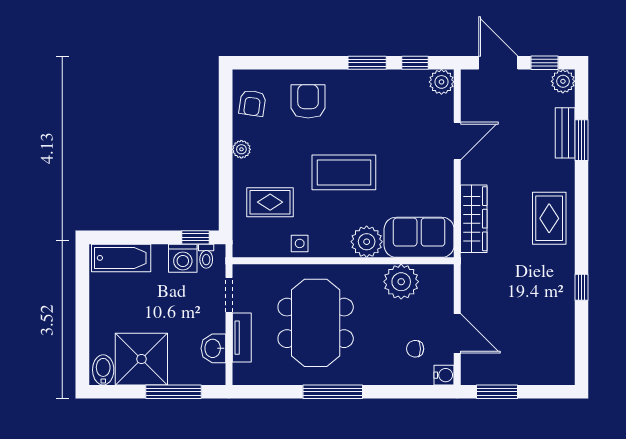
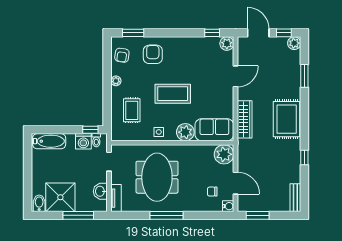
window: (367, 63) -> (133, 33), moved
bench: (565, 133) -> (295, 198), moved
rug: (270, 202) -> (132, 110), turned 90
rug: (549, 218) -> (287, 119), width x1.36, depth x1.43
side table: (300, 243) -> (159, 132), moved
plant: (401, 282) -> (224, 154), moved
tv unit: (242, 338) -> (116, 198), moved

